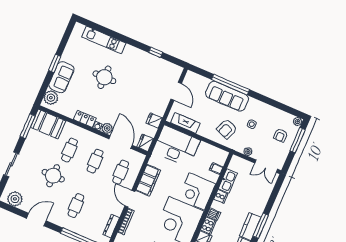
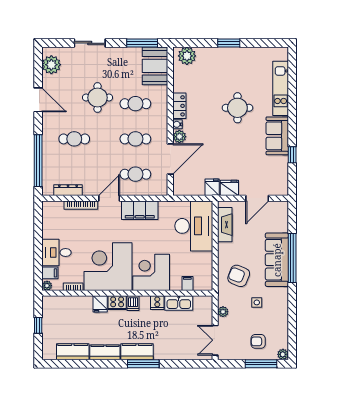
sofa: (61, 77) -> (277, 136), moved, turned 90
fridge: (145, 143) -> (229, 188), moved

